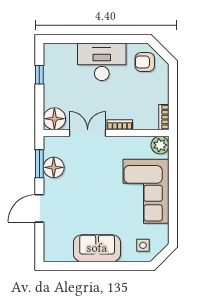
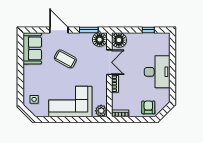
armchair: (145, 62) -> (148, 107), moved
floor lamp: (54, 167) -> (100, 40), moved
coffee table: (83, 199) -> (65, 59), added
sofa: (97, 248) -> (32, 48), moved

